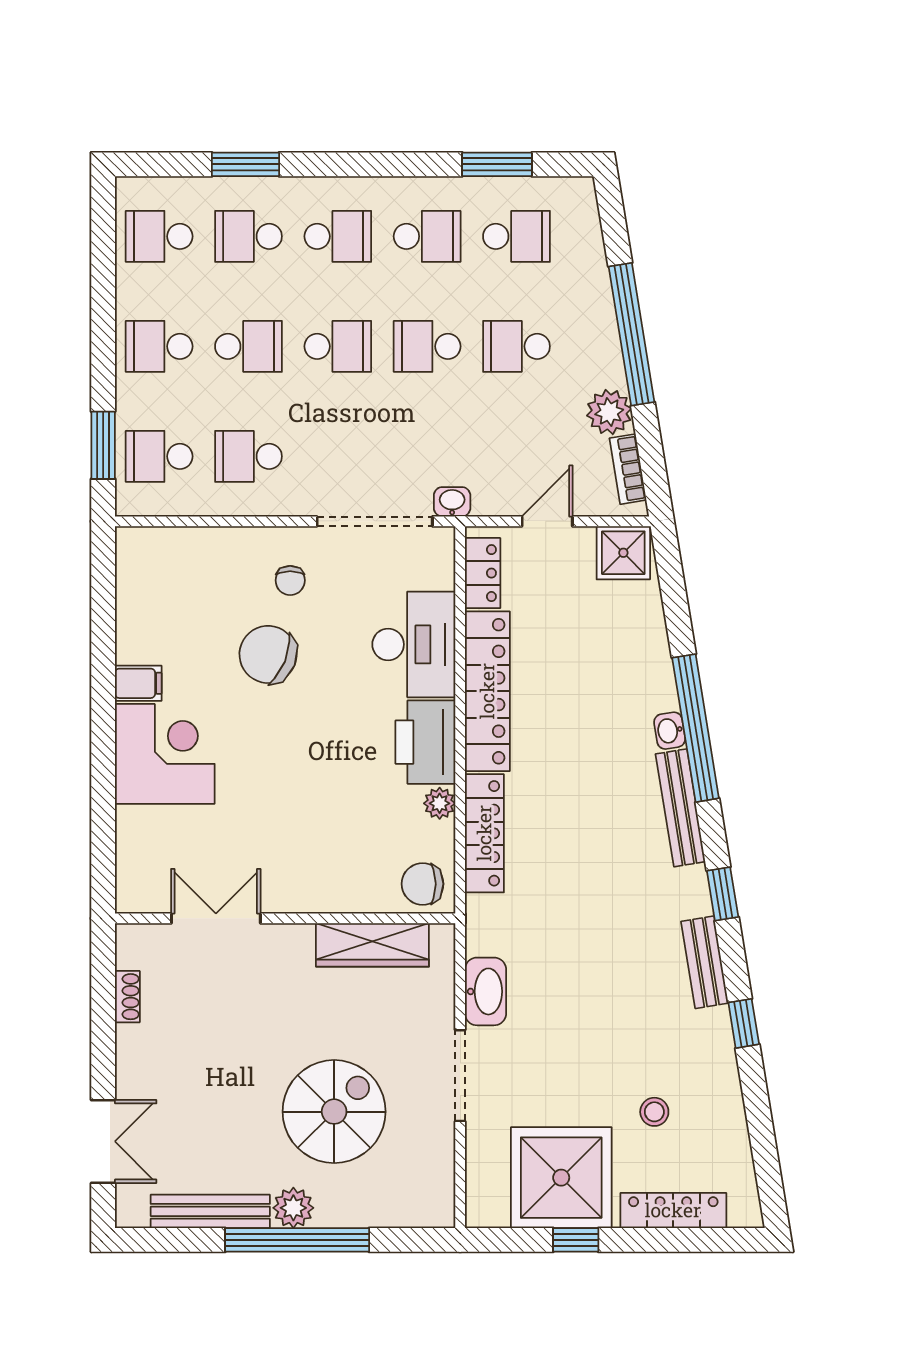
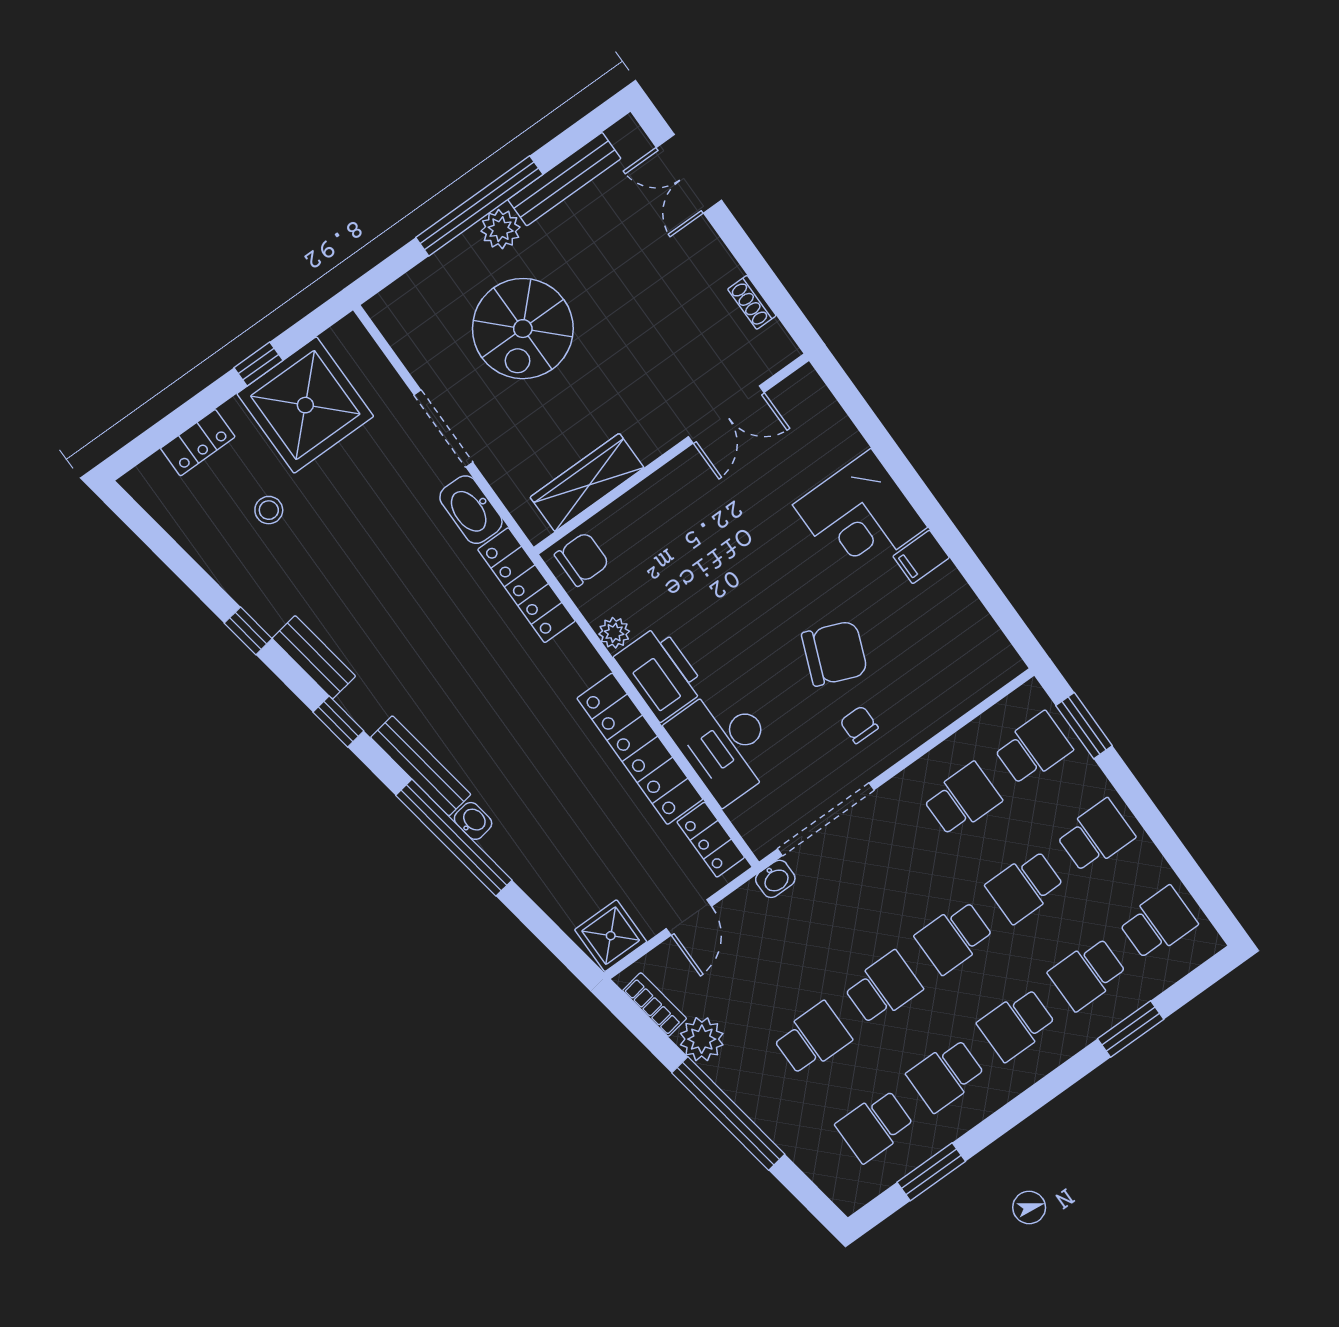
school desk: (248, 236) -> (1087, 974), turned 180
locker: (484, 833) -> (526, 585), moved
locker: (673, 1210) -> (198, 443), width x0.66

